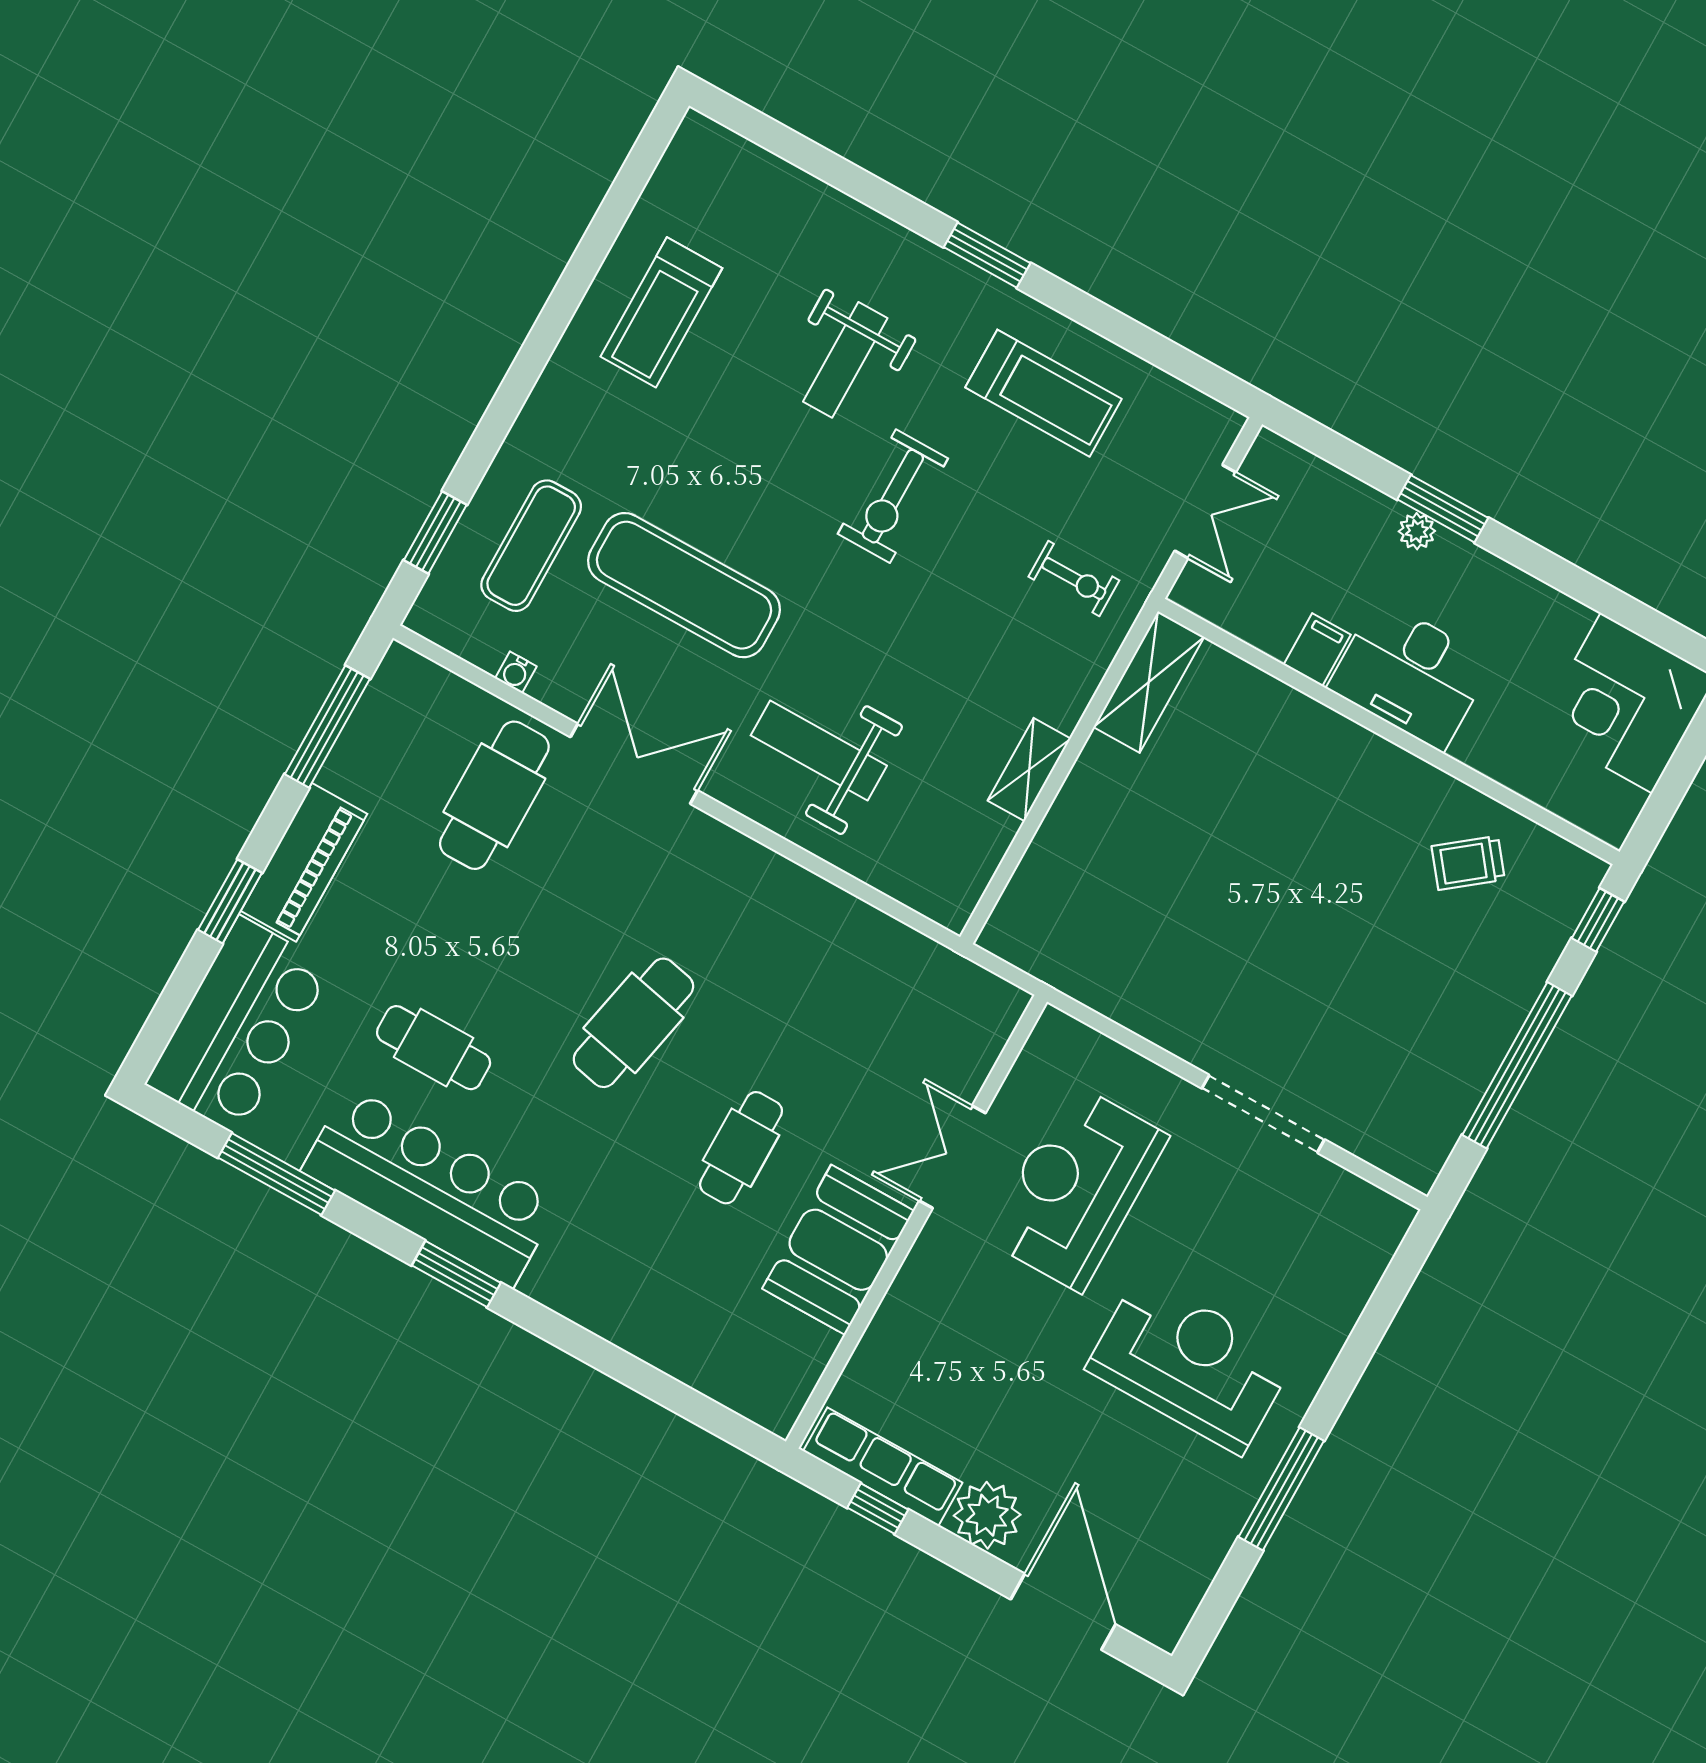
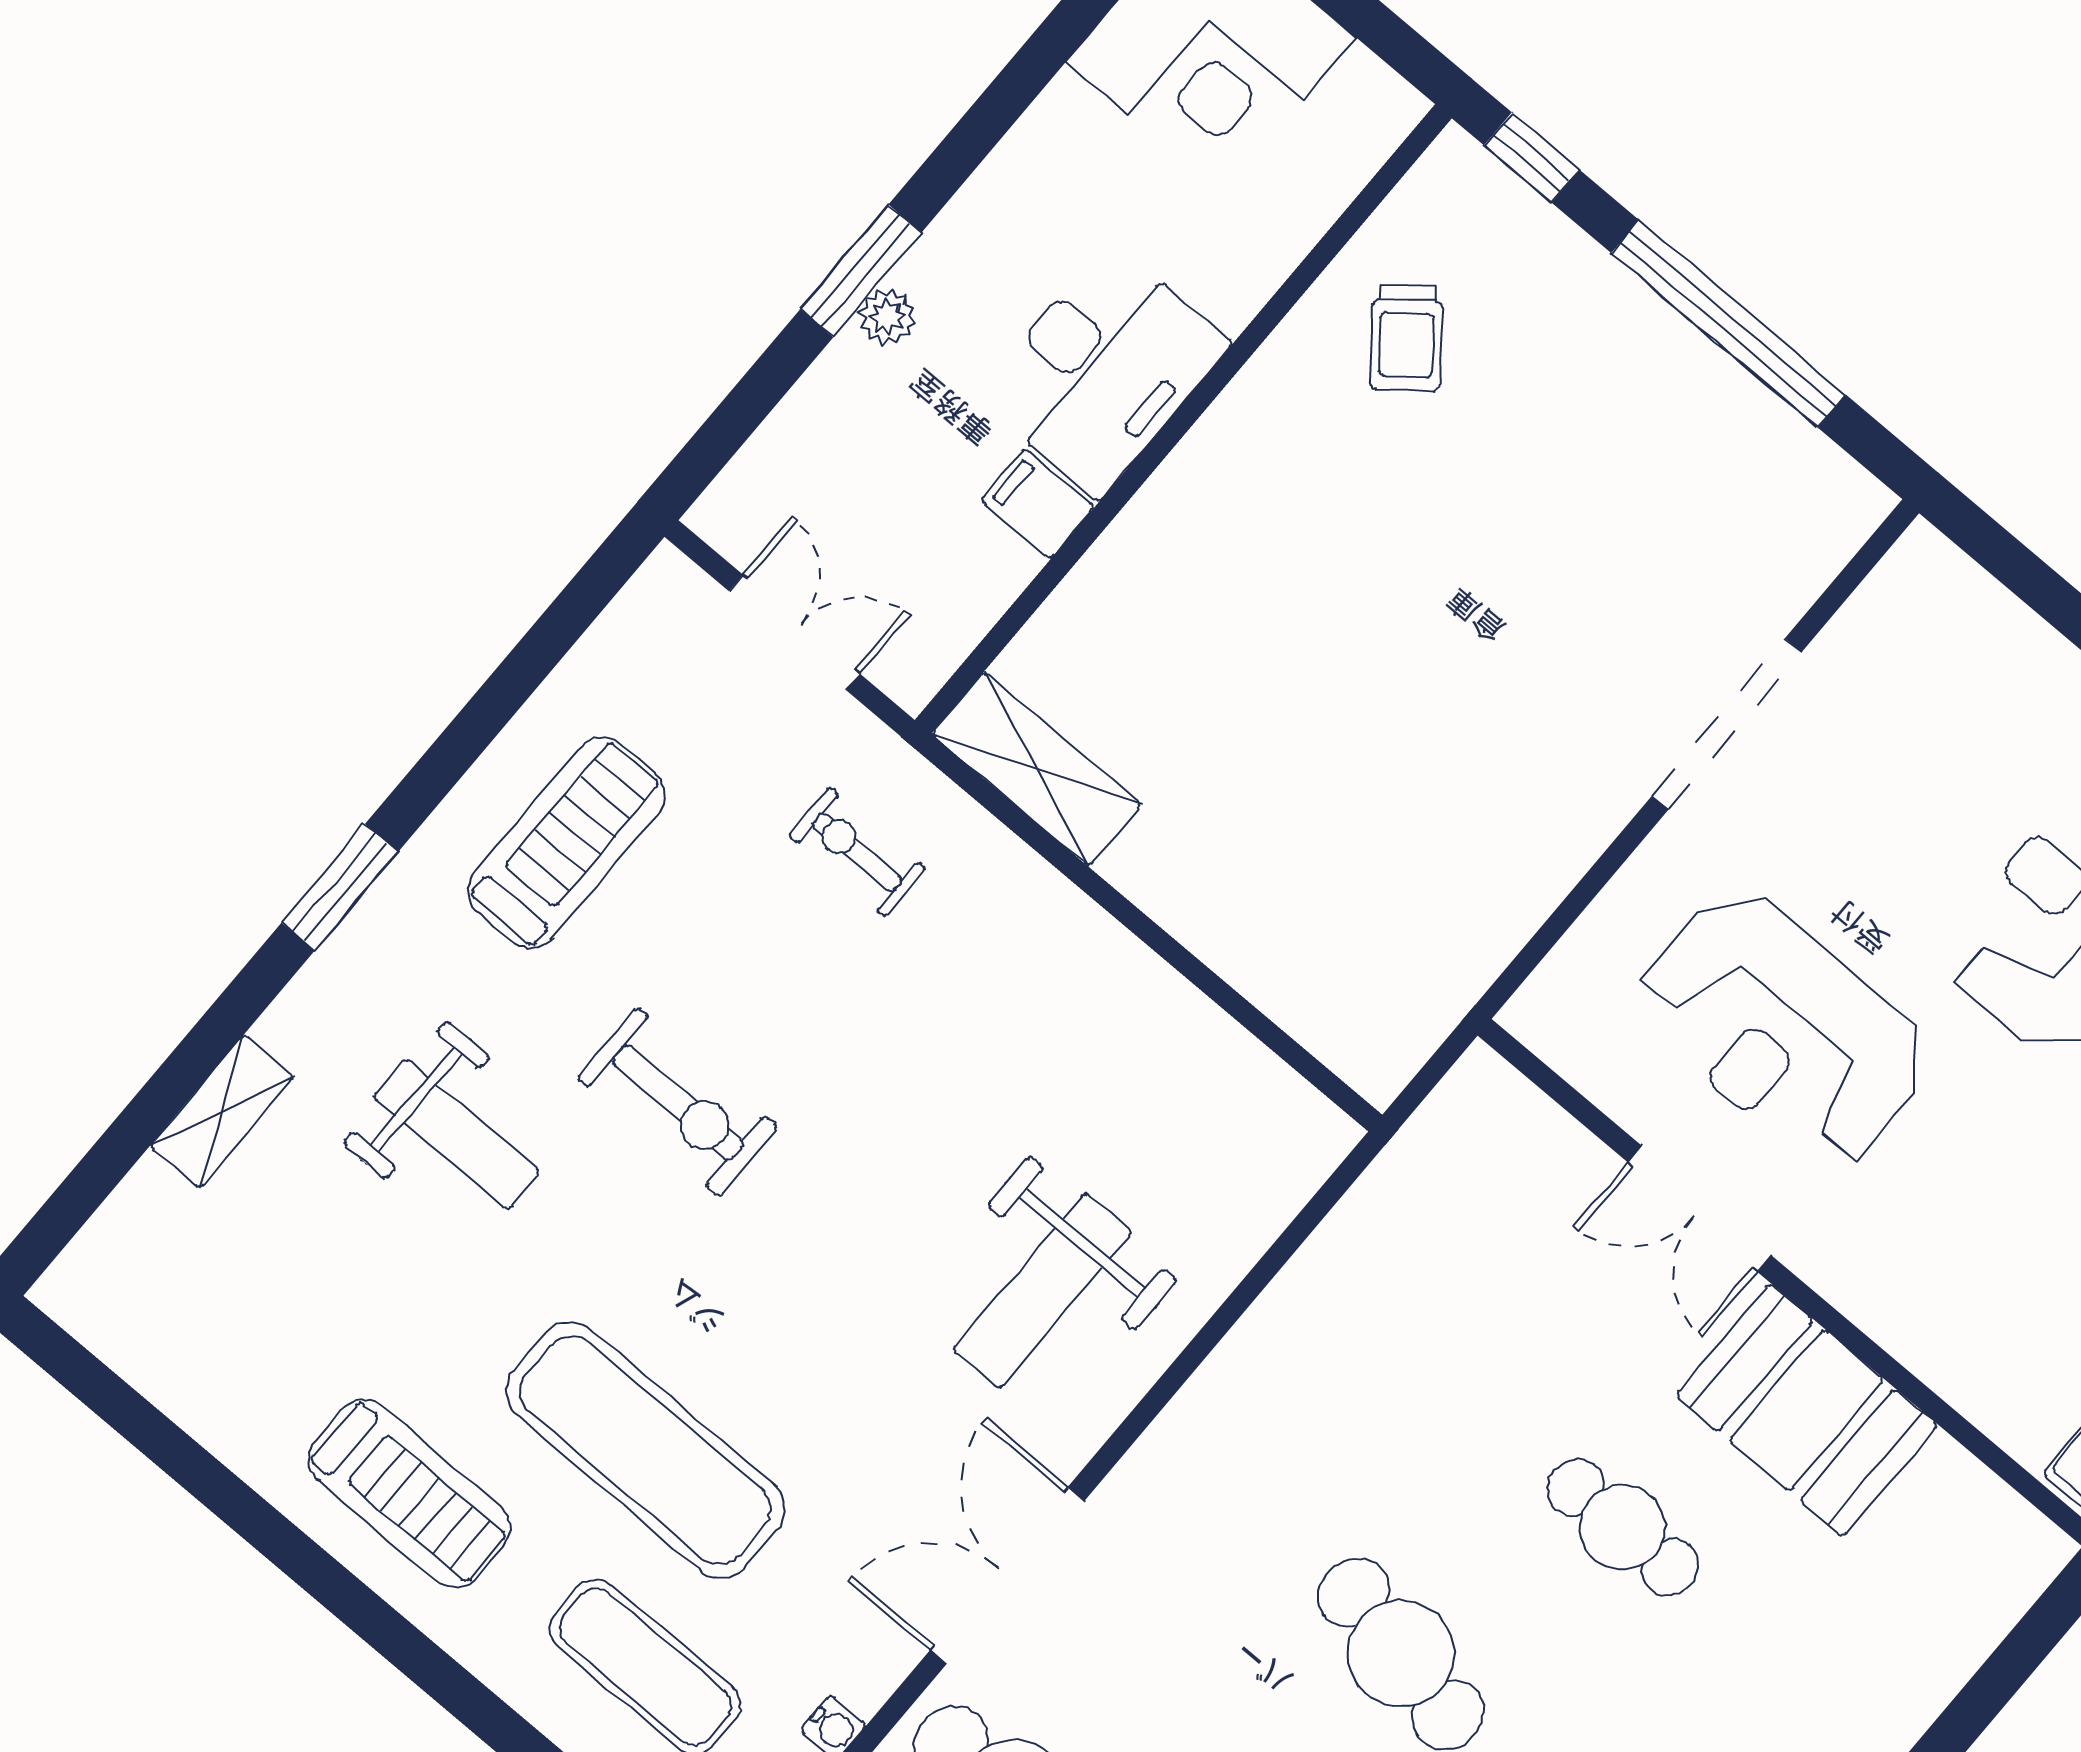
treadmill: (661, 312) -> (409, 1493), moved
exercise bike: (1074, 579) -> (857, 852), turned -90
exercise mat: (684, 585) -> (645, 1450), moved, turned 90
shelving: (1029, 770) -> (222, 1112), moved, turned 90

